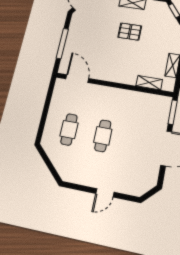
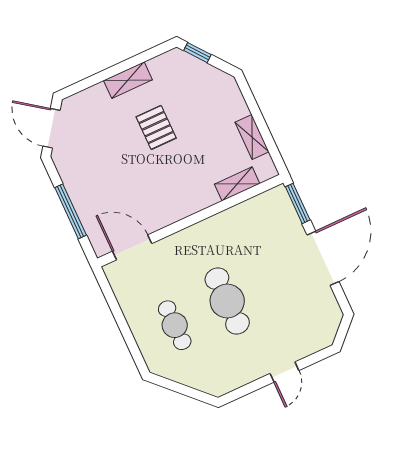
pallet: (130, 32) -> (156, 127), turned 90
cafe table: (103, 136) -> (227, 301), width x1.37, depth x1.35

